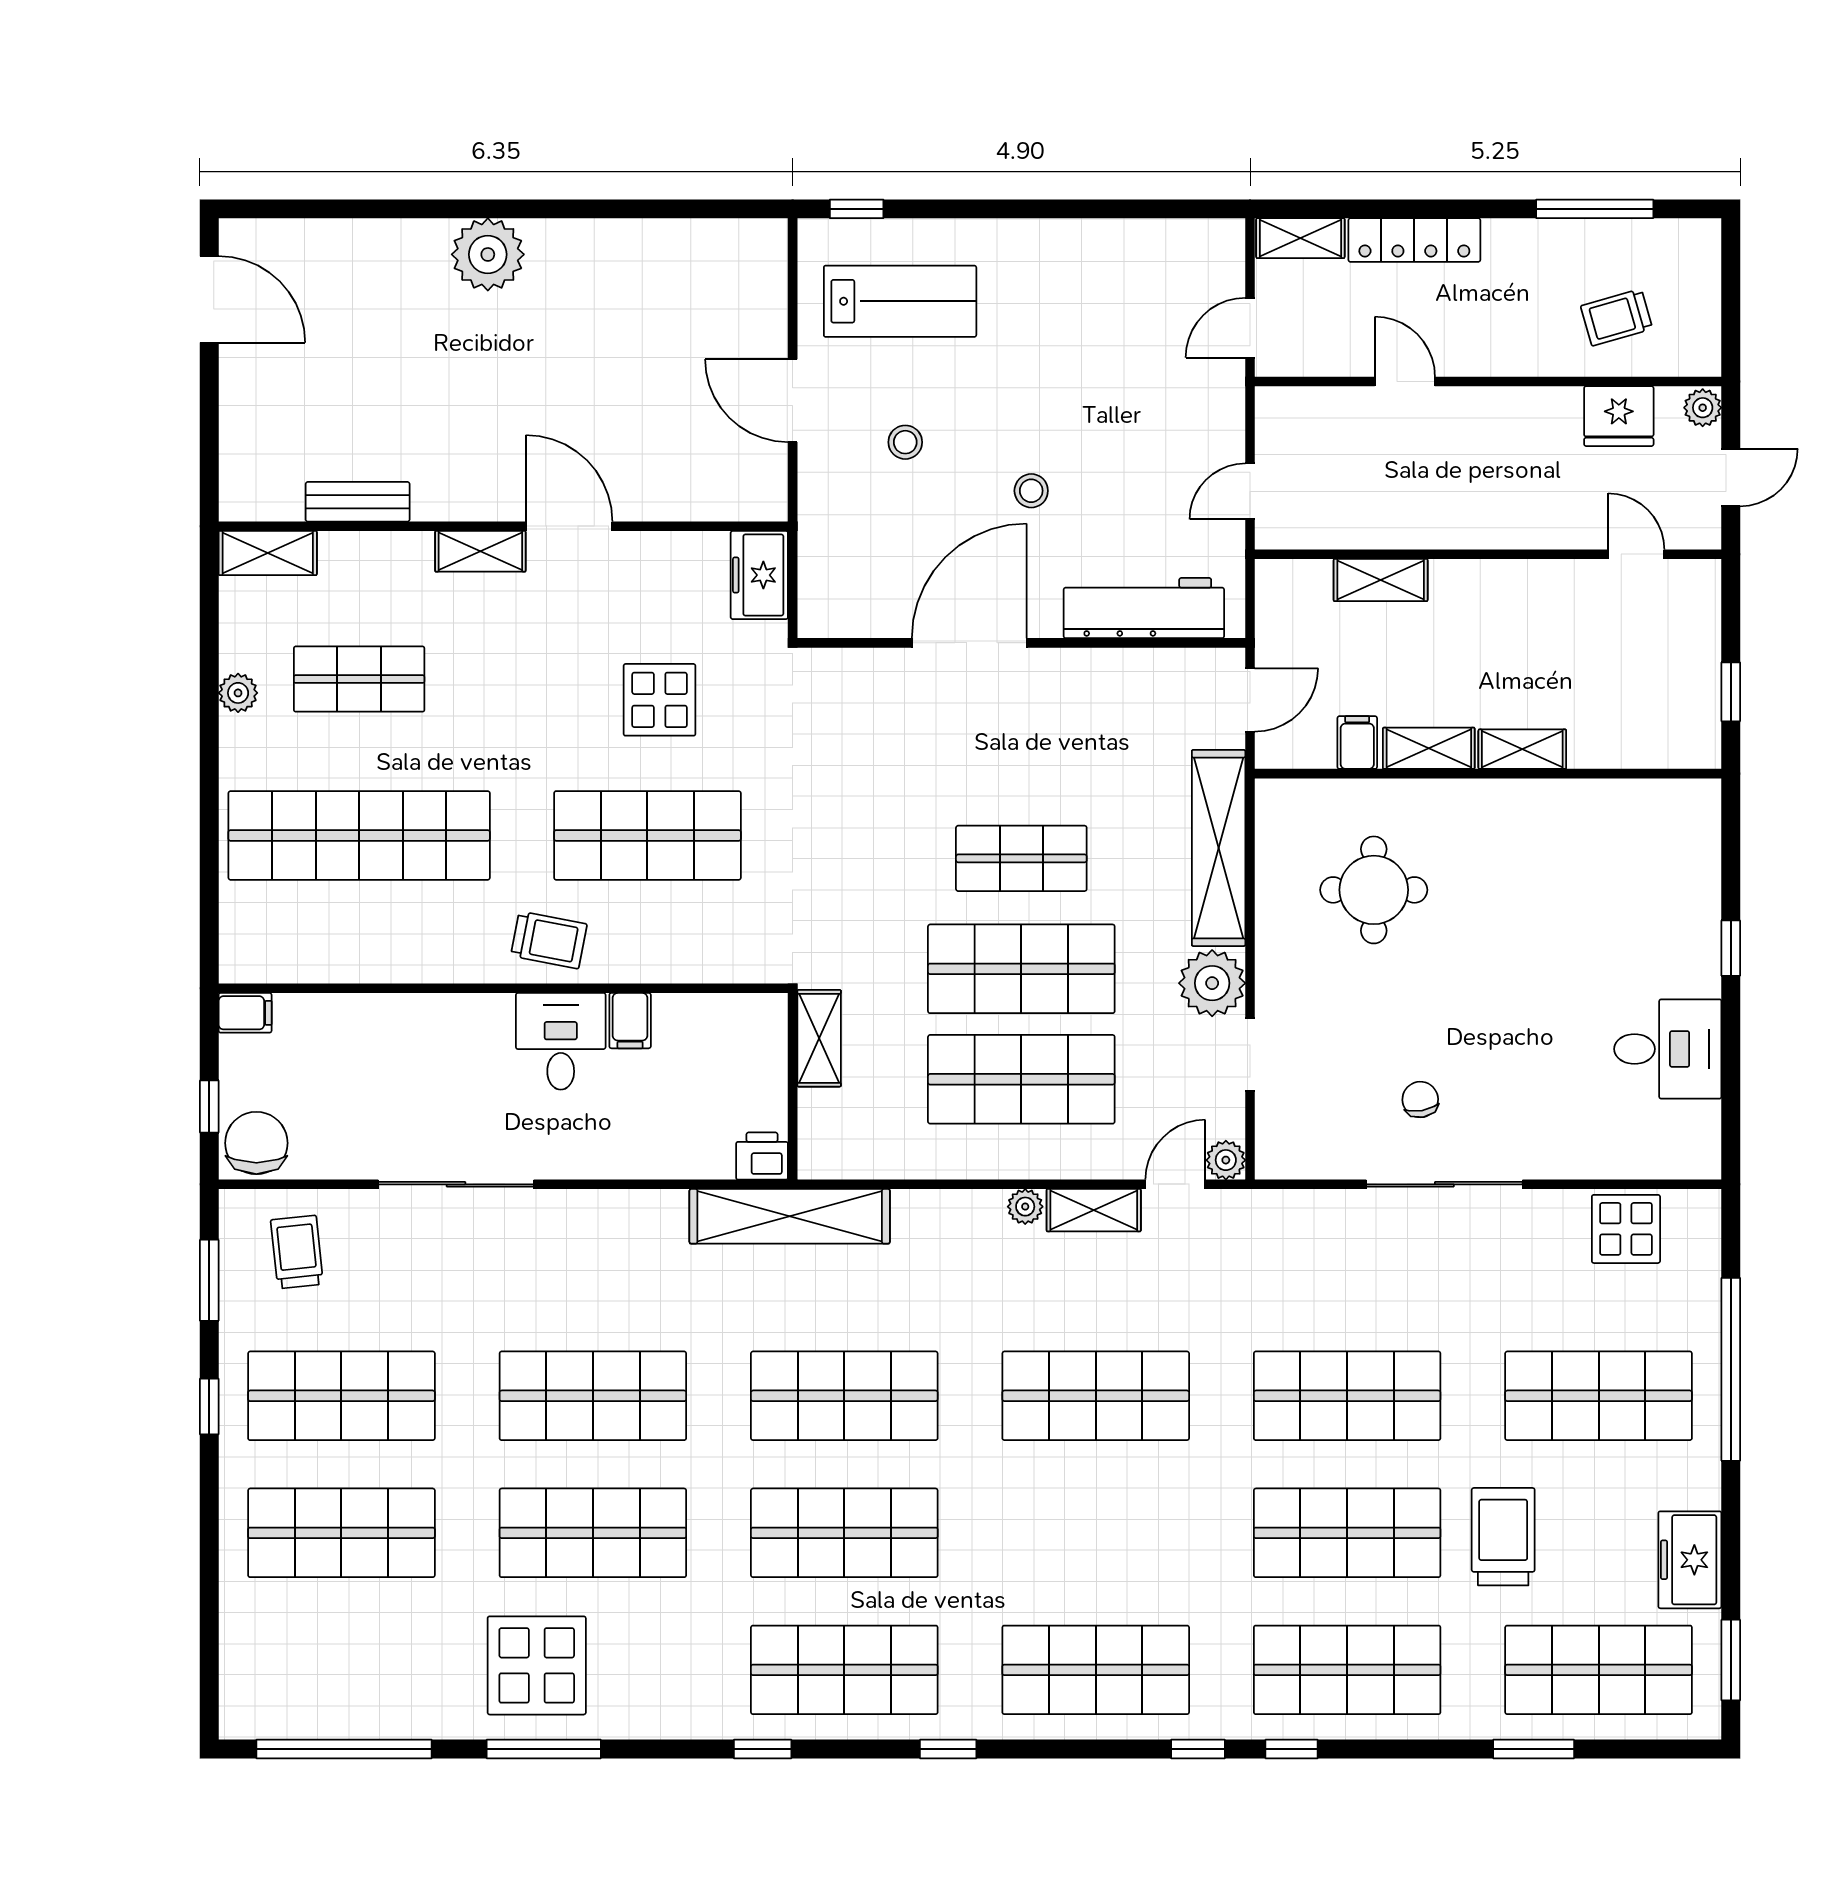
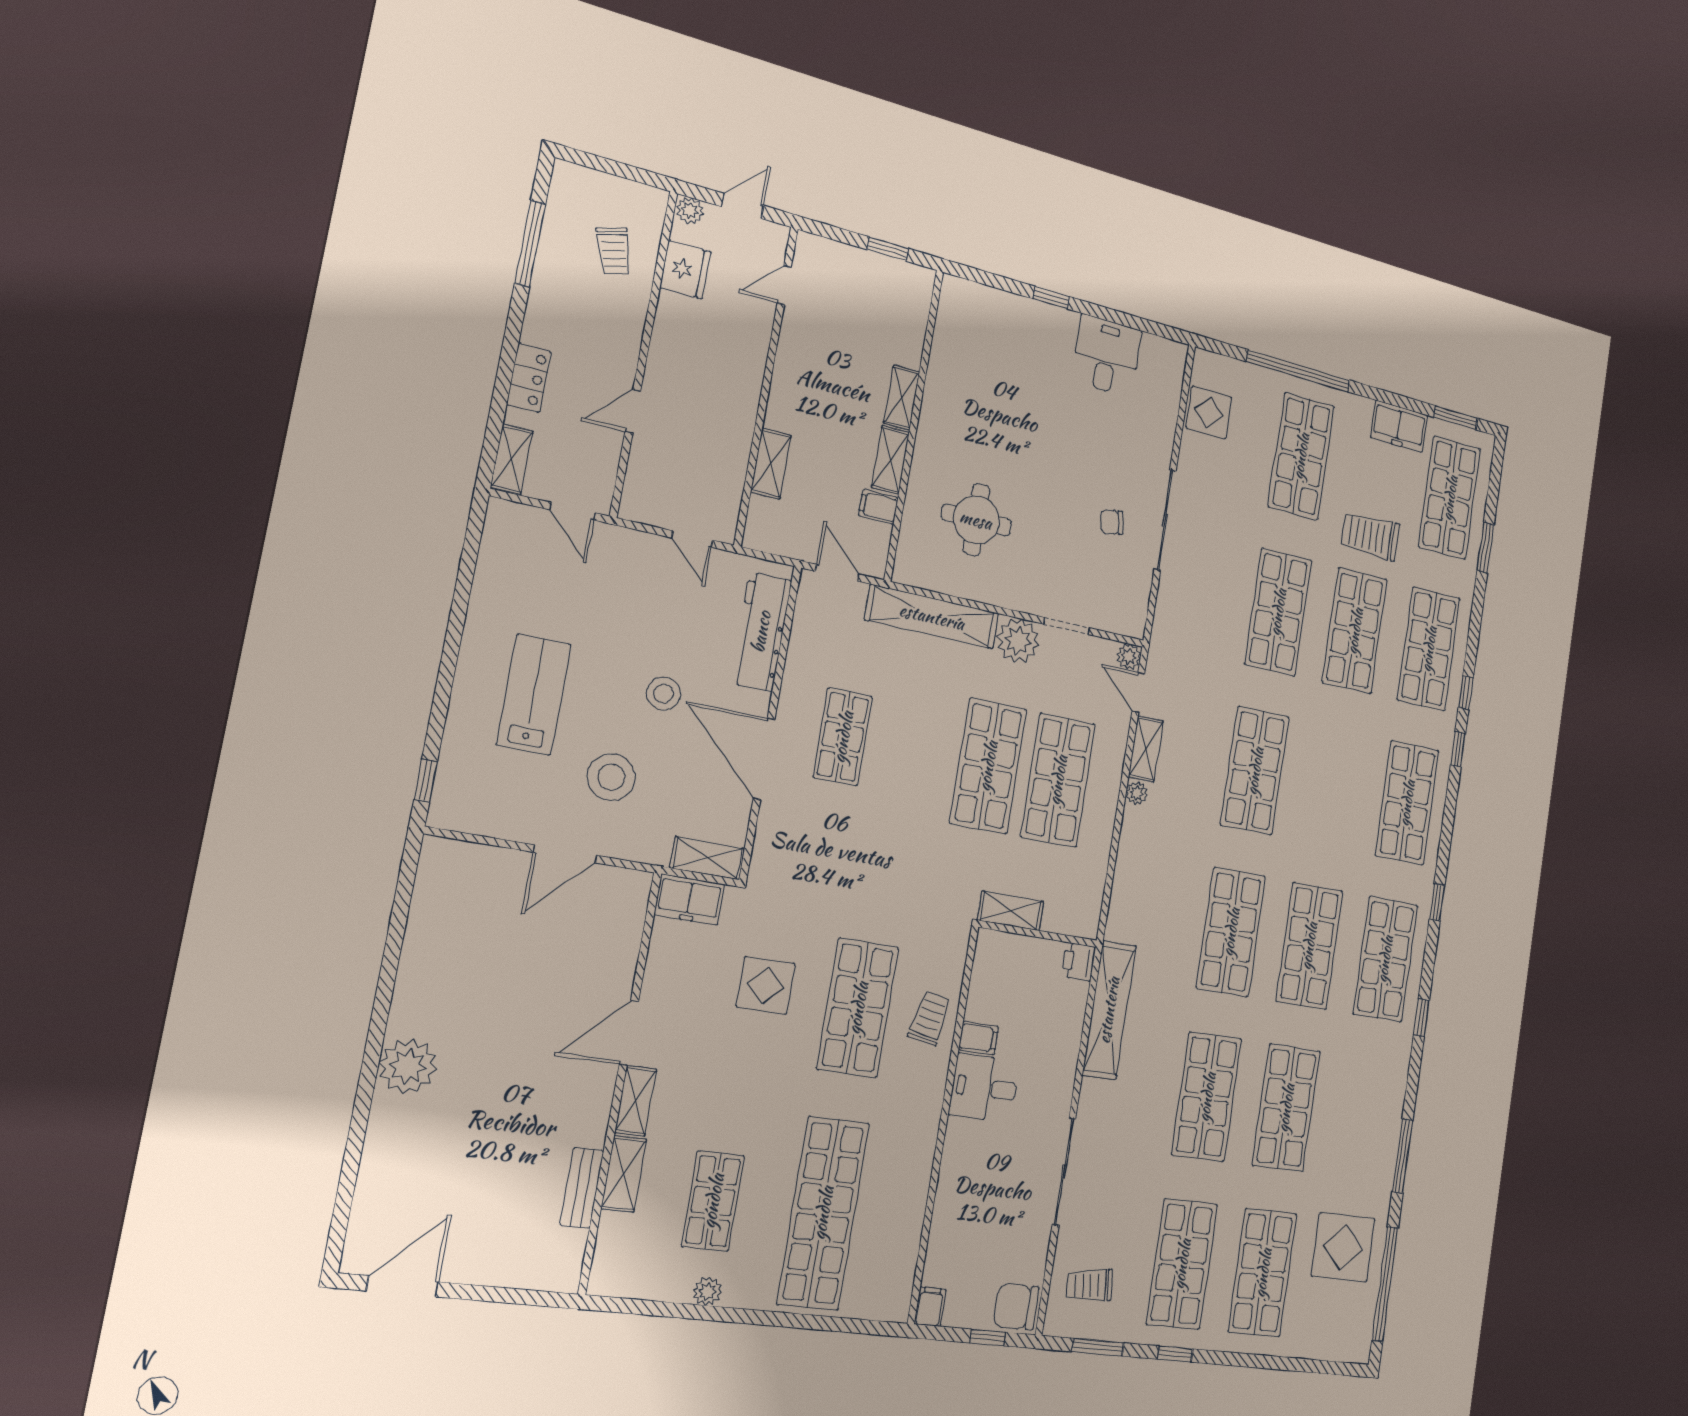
locker: (1414, 240) -> (529, 378), width x0.66
lab bench: (900, 301) -> (534, 694), moved
stool: (905, 442) -> (611, 777), width x1.89, depth x1.89
door: (1731, 477) -> (743, 206), hinge flipped
stool: (1031, 491) -> (664, 694), width x1.37, depth x1.37
shelving: (268, 553) -> (624, 1174), moved
shelving: (819, 590) -> (708, 858), added
shop shelf: (1021, 858) -> (843, 737), moved
trolley: (549, 940) -> (930, 1018), moved
shelving: (790, 1216) -> (1109, 1010), moved
display table: (537, 1665) -> (1343, 1247), moved

